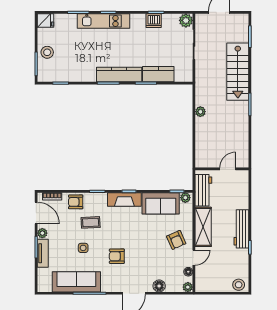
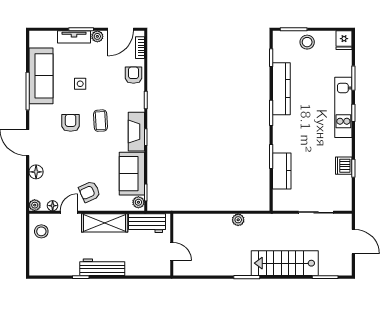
plant: (186, 20) -> (344, 203), removed
kitchen counter: (119, 75) -> (281, 89), moved
coffee table: (91, 222) -> (100, 121), moved
door: (194, 258) -> (69, 212), swing flipped
stool: (239, 285) -> (41, 231), moved

